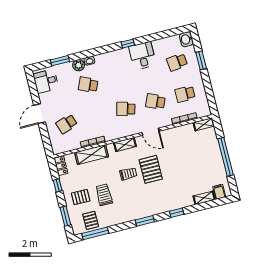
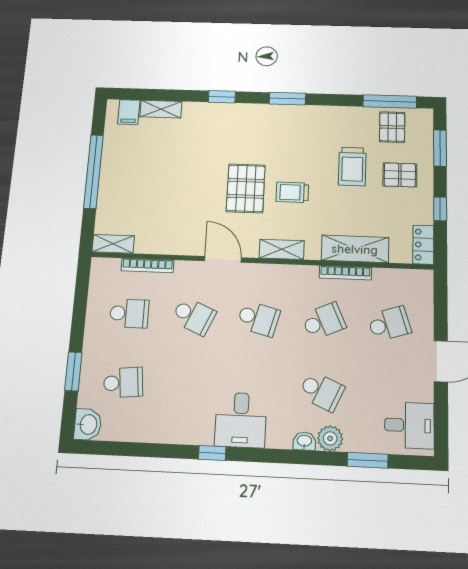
desk: (142, 56) -> (241, 420), moved
school desk: (96, 116) -> (324, 321), added

